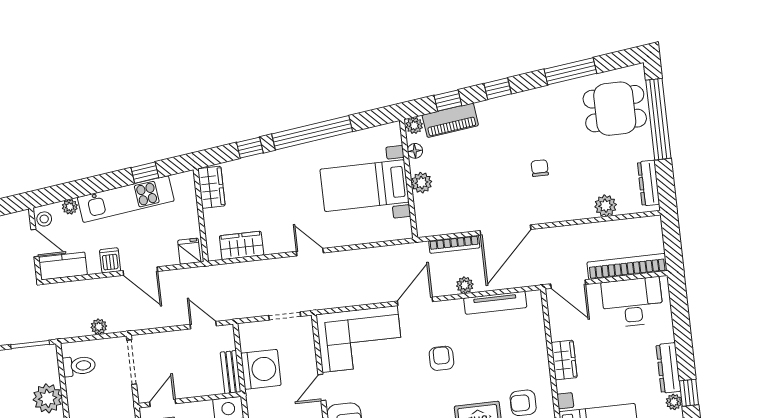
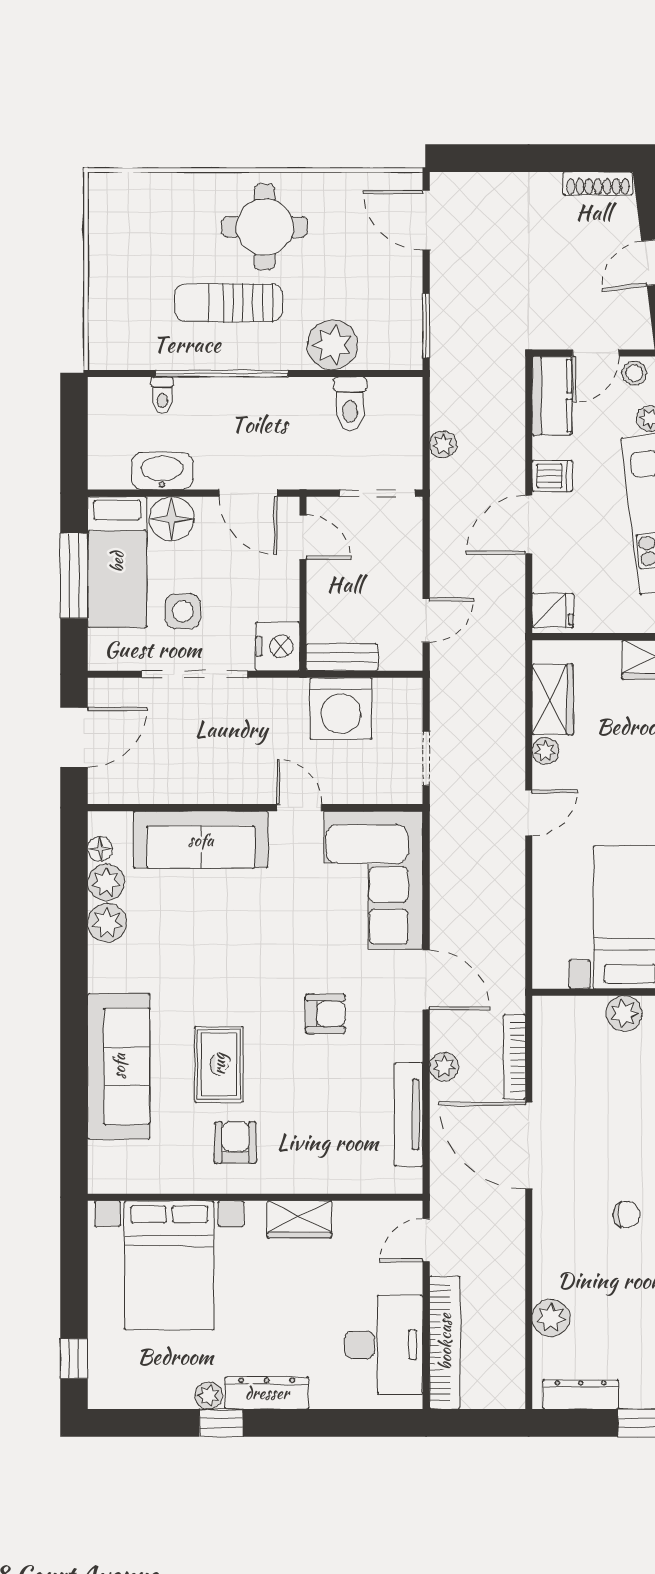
plant: (272, 246) -> (545, 751), added
door: (568, 284) -> (426, 1240), width x0.73
toilet: (79, 366) -> (350, 404), moved

